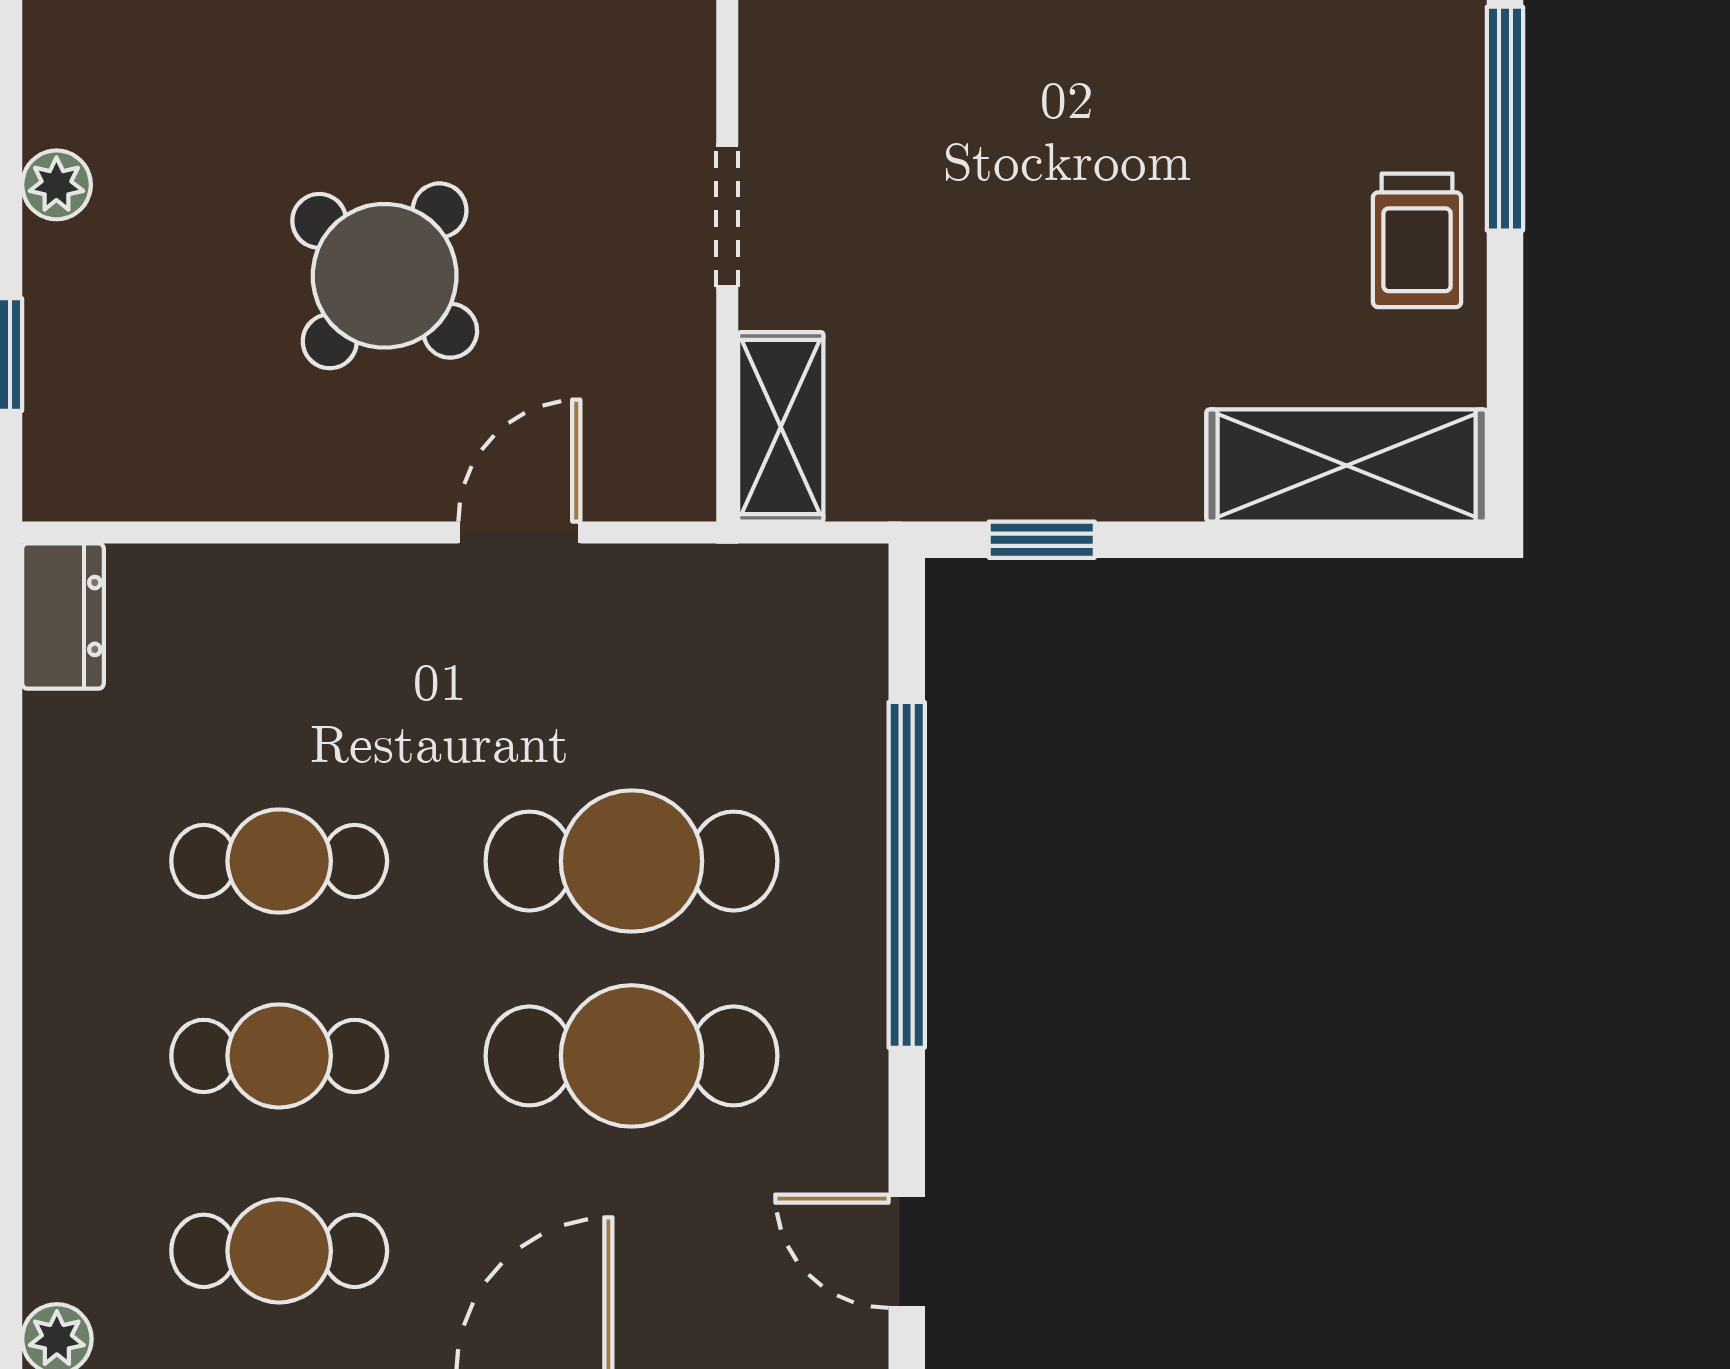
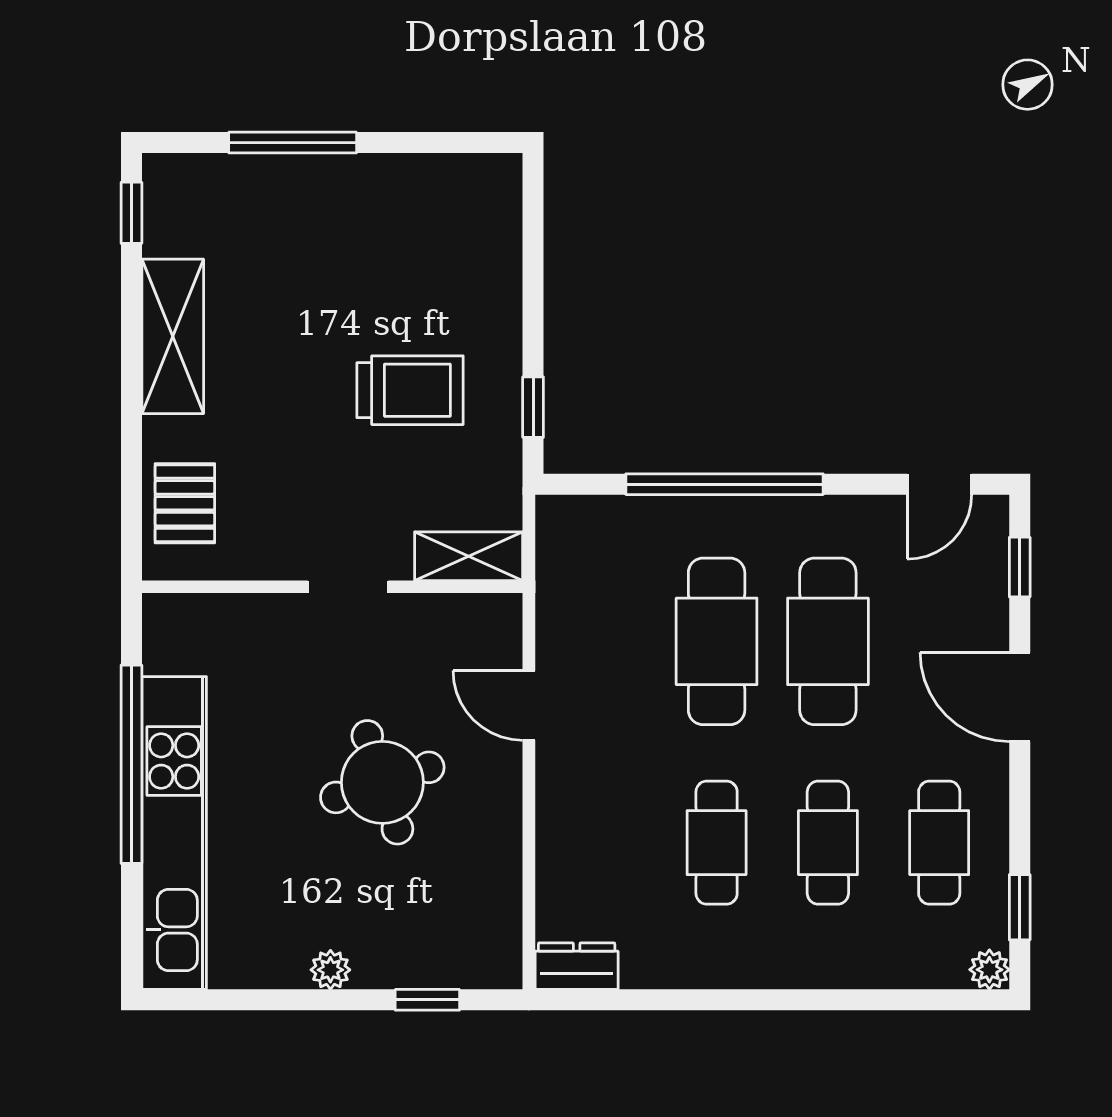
trolley: (1417, 240) -> (410, 390), moved, width x1.36, depth x1.39
round table: (385, 276) -> (382, 782), turned 32
shelving: (1347, 466) -> (491, 233), removed

